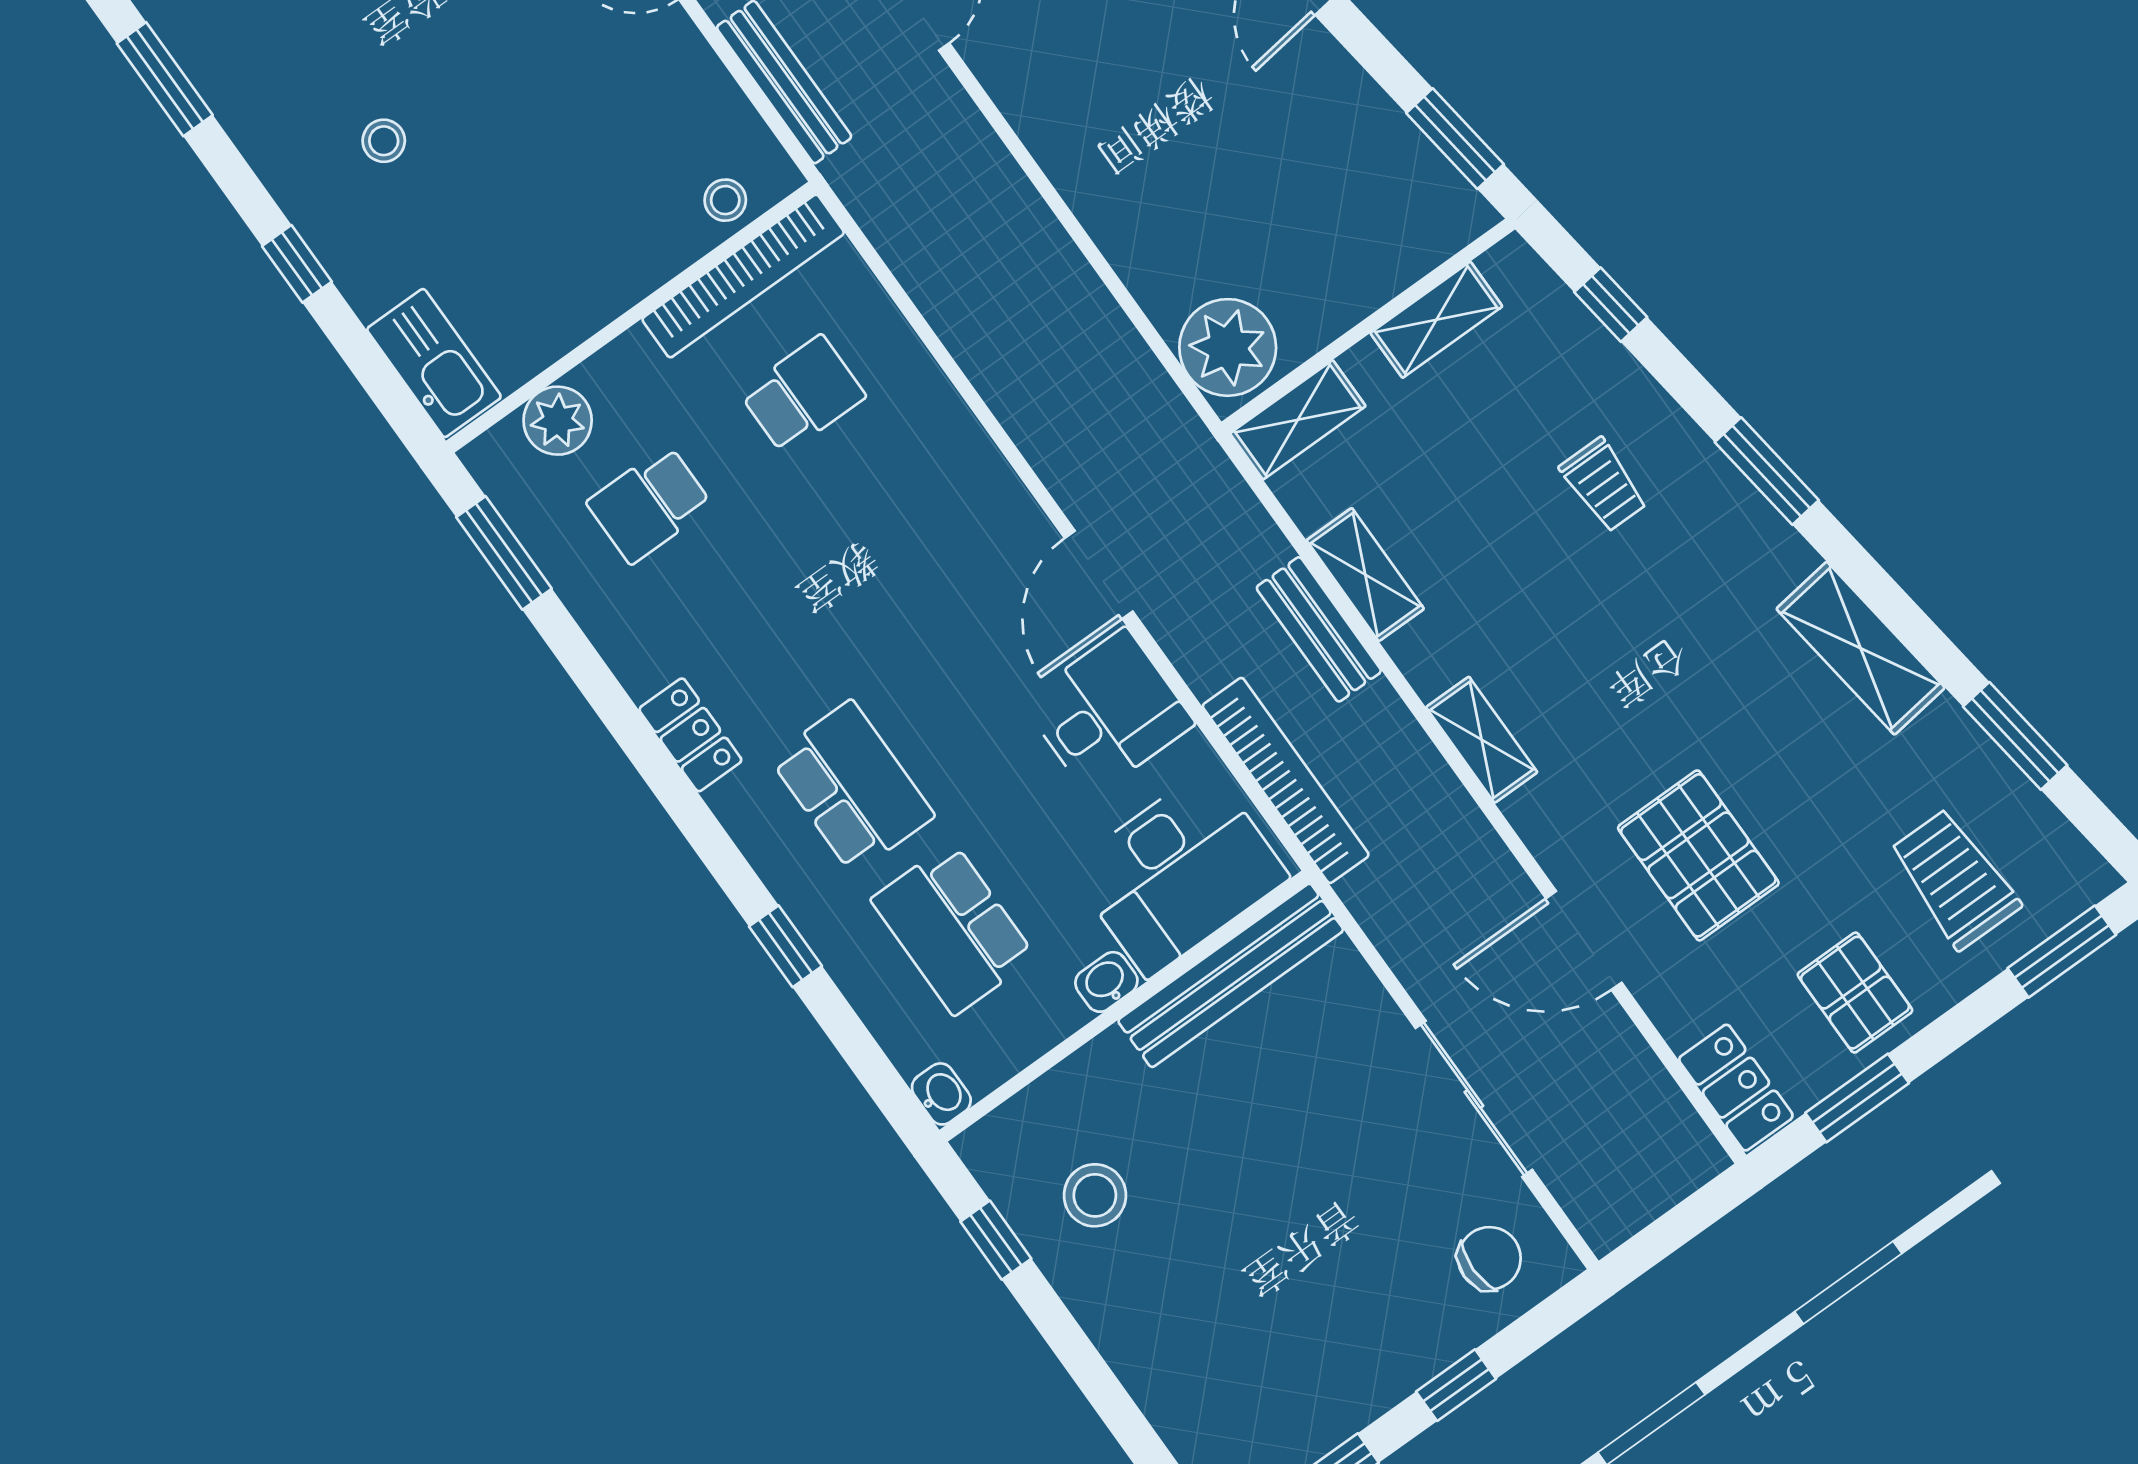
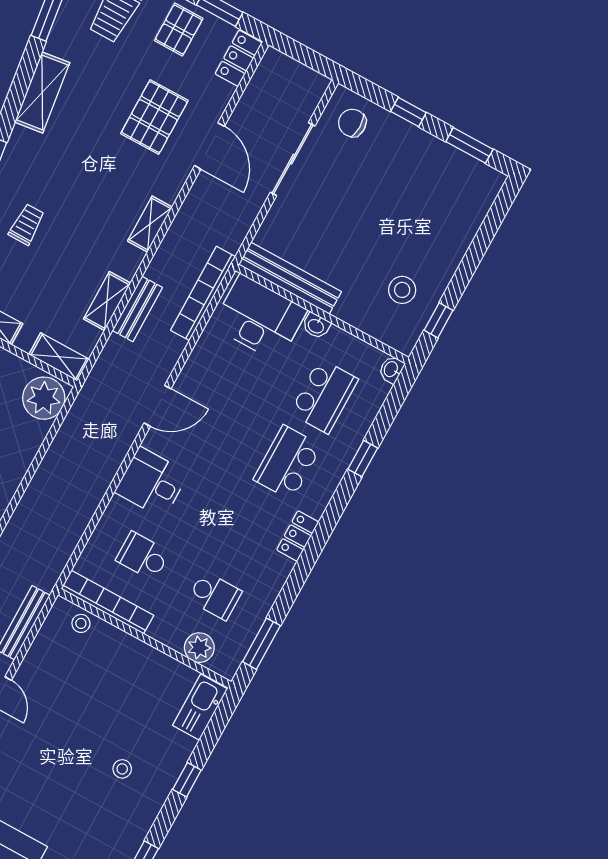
desk: (1108, 713) -> (152, 483), moved

